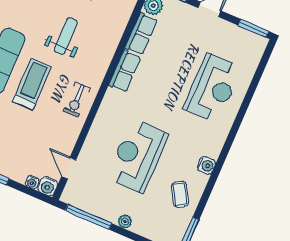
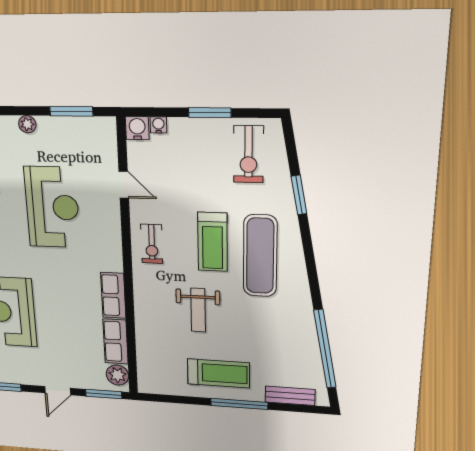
exercise bike: (77, 100) -> (152, 244), turned 180
door: (69, 168) -> (124, 185), moved
window: (89, 217) -> (71, 111), width x0.69

